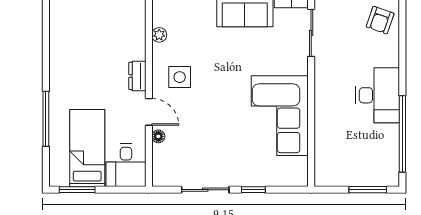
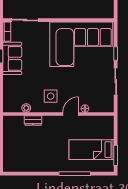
dresser: (137, 76) -> (33, 121), moved
corner sofa: (280, 116) -> (81, 44), width x1.36, depth x1.36
desk: (126, 165) -> (102, 127), removed

